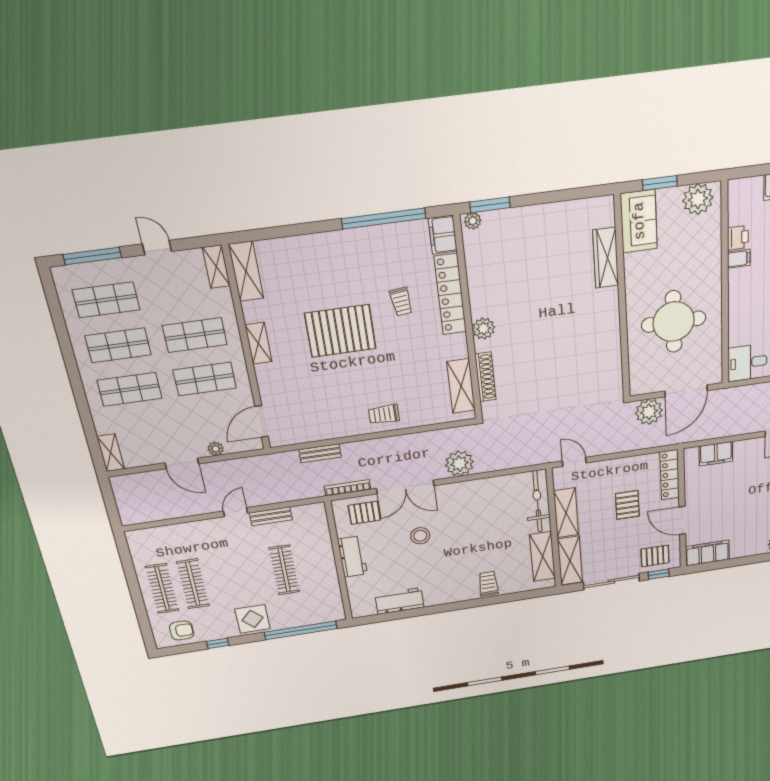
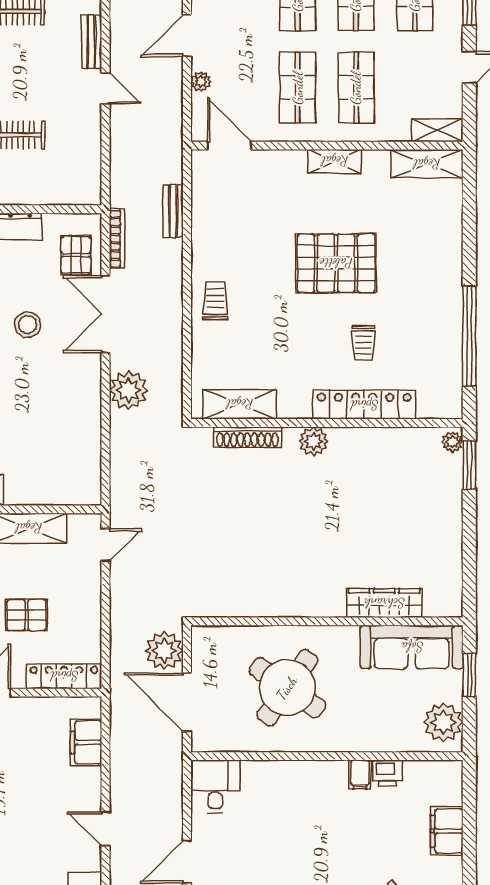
sofa: (639, 221) -> (412, 647), width x1.36
filing cabinet: (443, 235) -> (440, 404), removed
trolley: (401, 302) -> (363, 343), turned -83
round table: (674, 322) -> (287, 688), turned 35
pallet: (340, 331) -> (336, 263), turned 90
bicycle: (537, 501) -> (53, 490), removed
bench: (271, 516) -> (91, 42), moved

